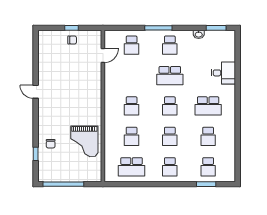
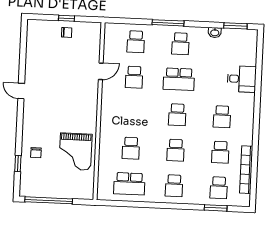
door: (103, 55) -> (101, 71), moved
school desk: (132, 106) -> (134, 77), moved
school desk: (208, 106) -> (222, 117), width x0.54
bookcase: (231, 150) -> (246, 170), added

